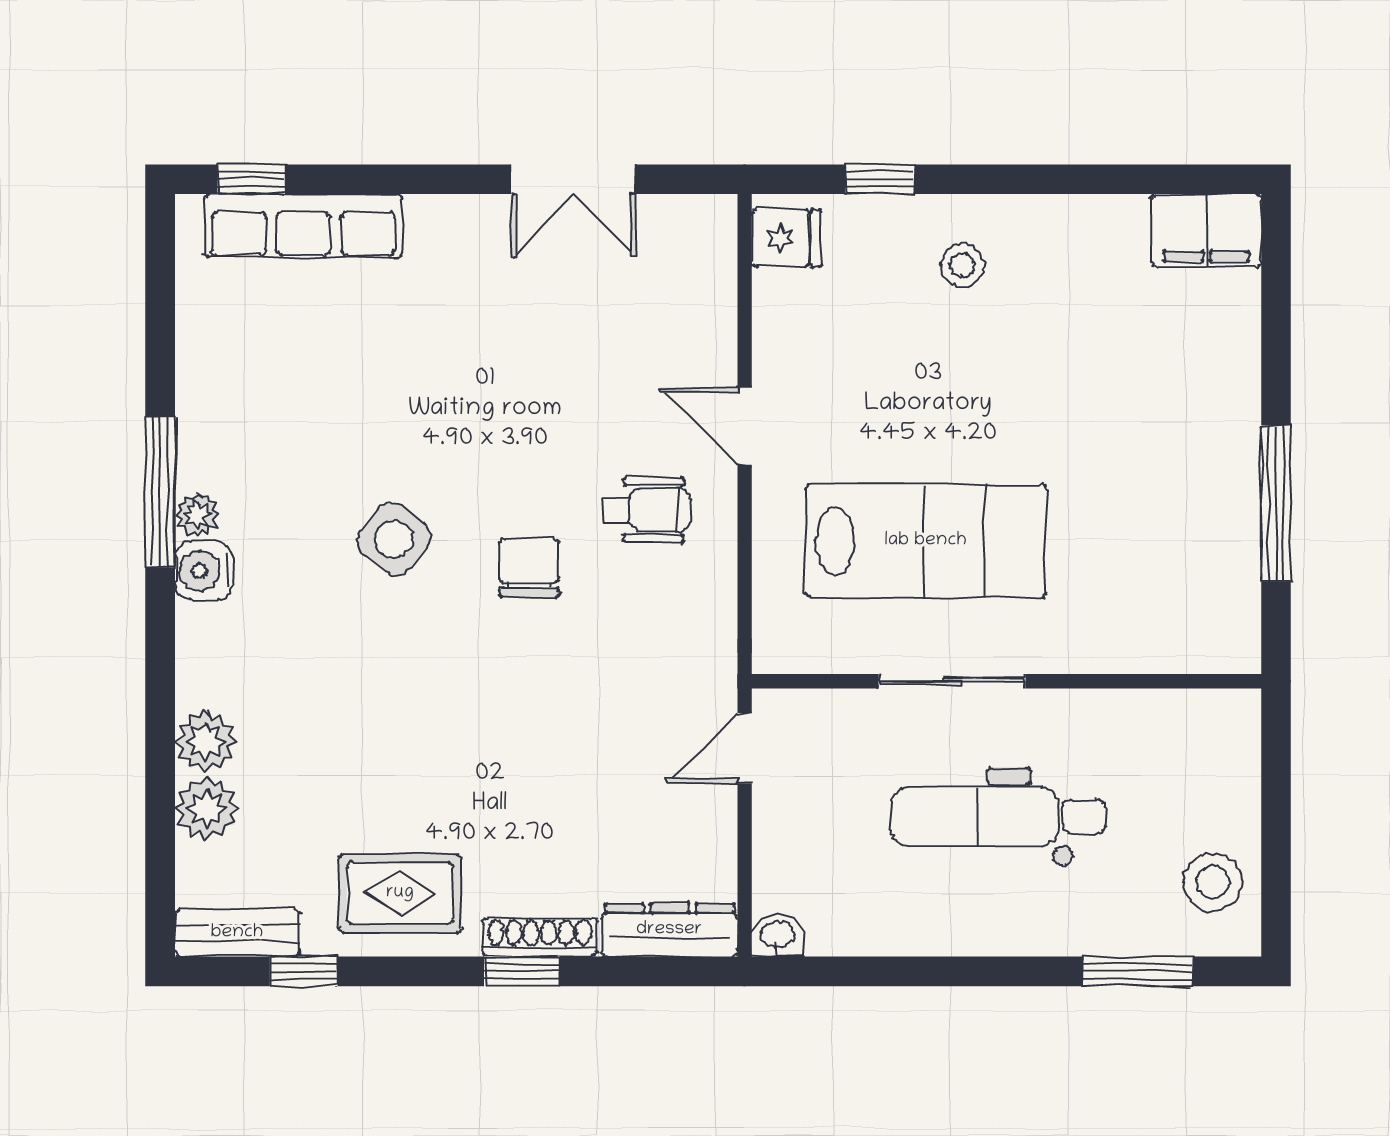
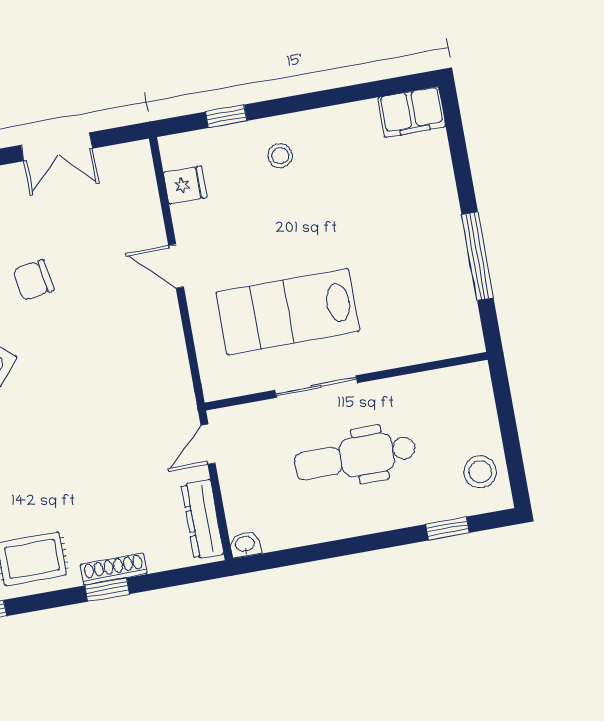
fridge: (786, 238) -> (185, 185), moved
wheelchair: (646, 510) -> (130, 322), removed
lab bench: (926, 541) -> (288, 312), turned 180
chair: (529, 568) -> (33, 280), moved, turned -99
dresser: (669, 930) -> (202, 519), moved, turned -90
window: (1138, 971) -> (447, 528), width x0.67

